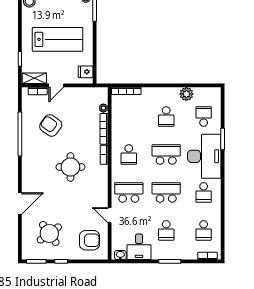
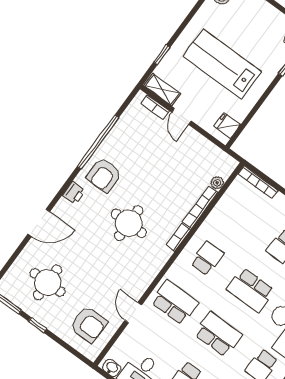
lab bench: (58, 39) -> (222, 64), turned 180
door: (56, 85) -> (181, 116), hinge flipped
armchair: (51, 125) -> (104, 175), moved, turned -126
school desk: (129, 154) -> (207, 258), turned 180
school desk: (166, 154) -> (251, 290), turned 180
printer: (27, 173) -> (74, 193), added
round table: (49, 233) -> (48, 282), turned 36

